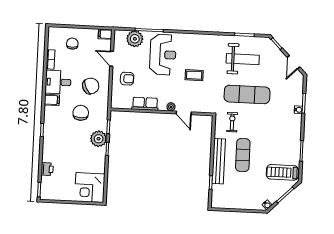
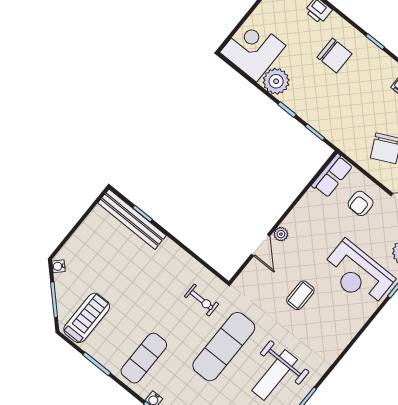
row of seats: (145, 104) -> (332, 176), moved
chair: (81, 113) -> (334, 55), moved
door: (184, 113) -> (260, 245), swing flipped
plant: (99, 139) -> (276, 81), moved
exercise mat: (243, 155) -> (144, 358), moved, turned 90
bench: (219, 161) -> (132, 219), moved

